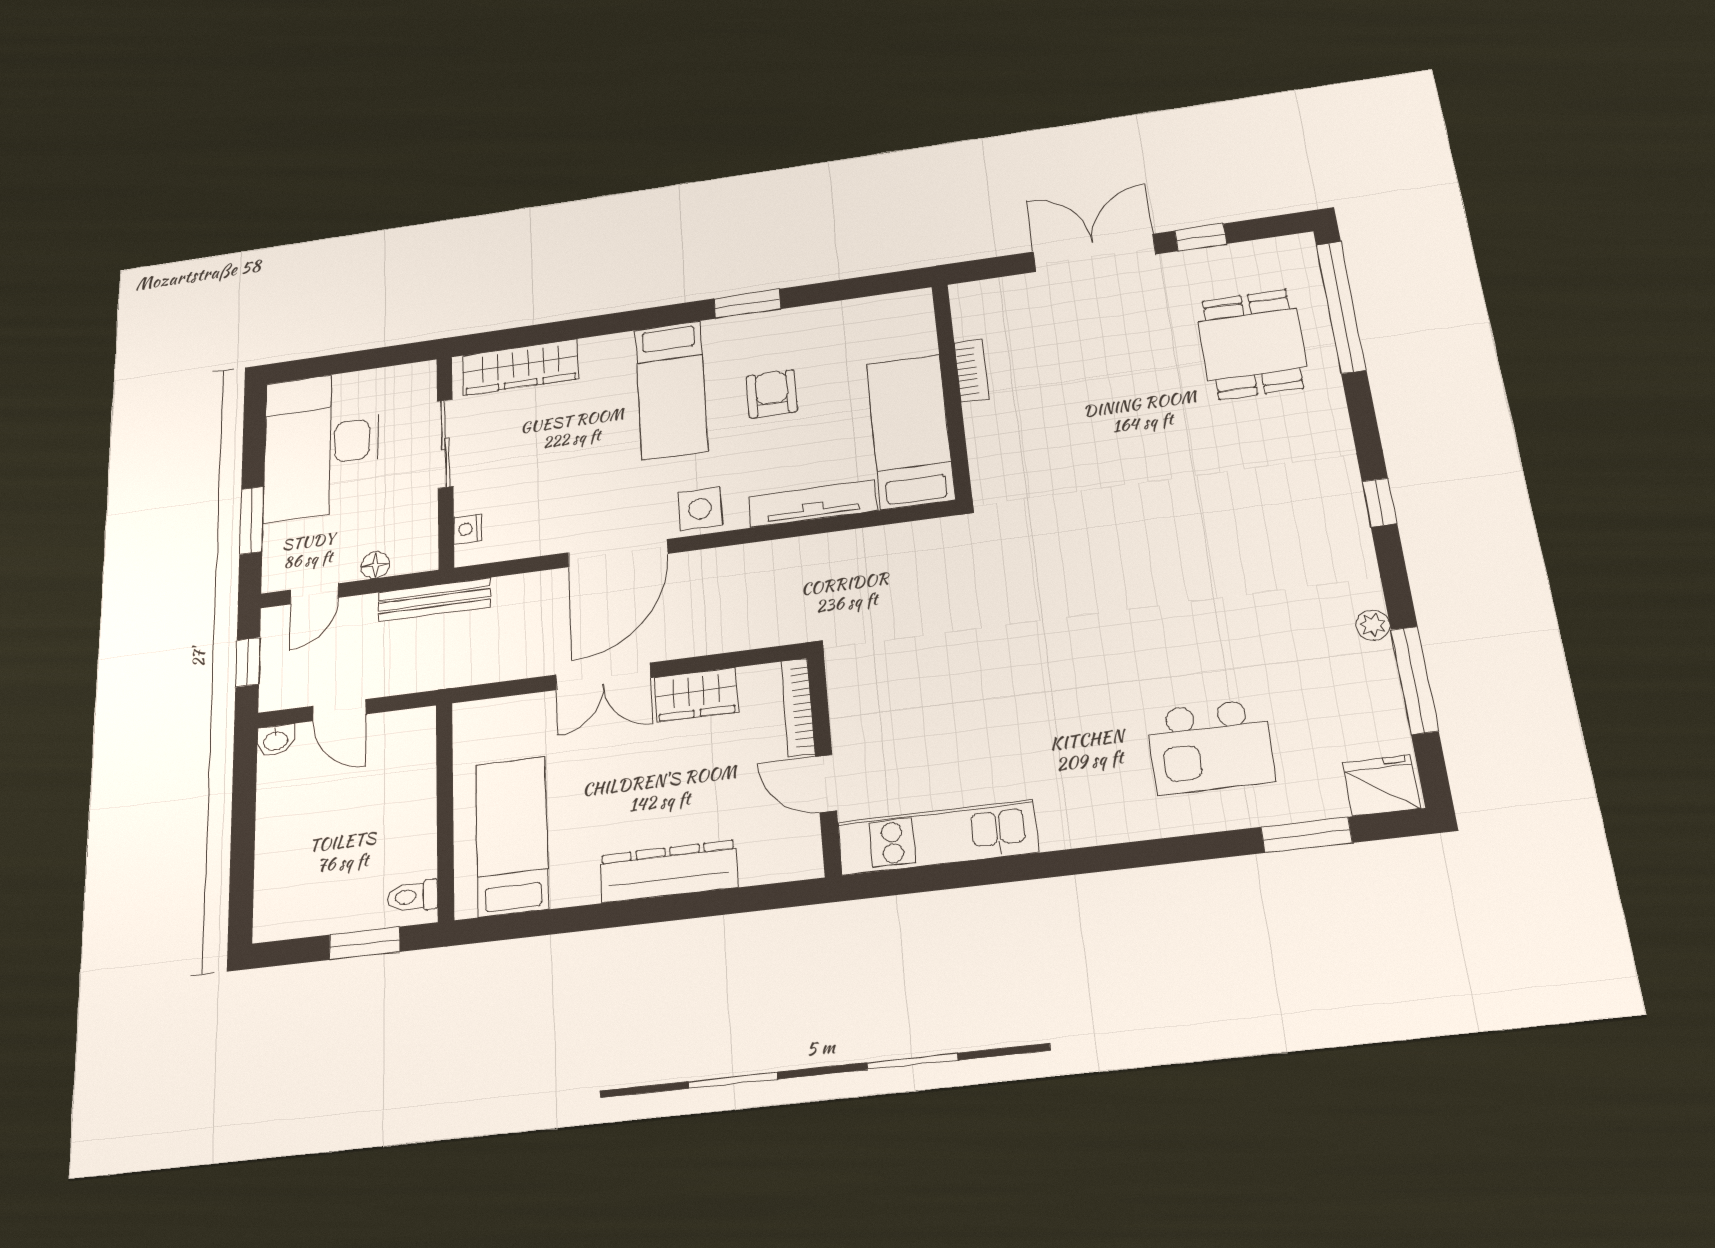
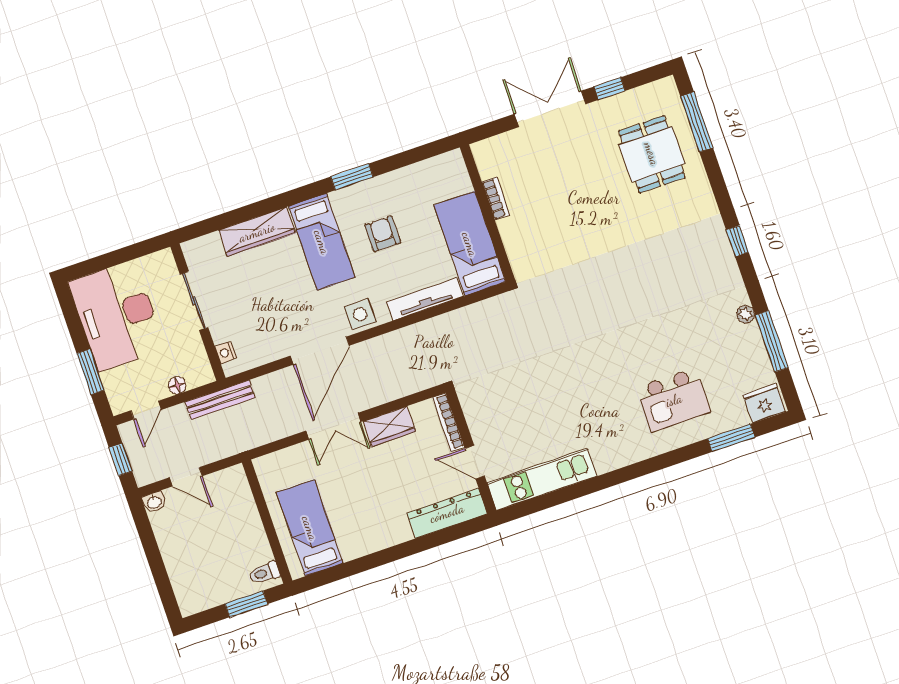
window: (1341, 307) -> (697, 122), width x0.68
wardrobe: (520, 367) -> (257, 232), moved
dresser: (668, 871) -> (447, 513), moved

